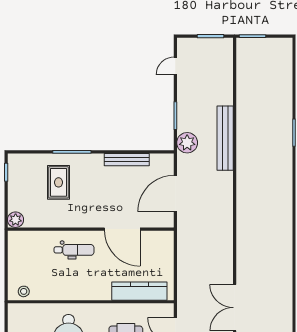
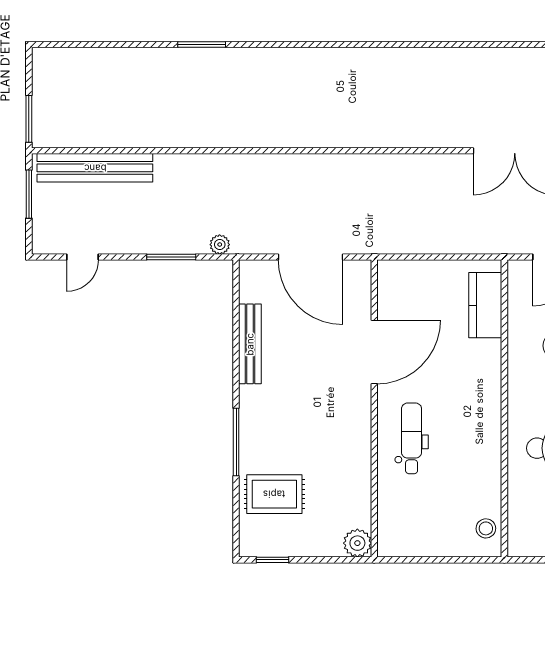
door: (175, 66) -> (82, 257), hinge flipped
bench: (225, 138) -> (95, 168), moved
plant: (187, 143) -> (220, 245), width x0.53, depth x0.53
rug: (59, 182) -> (274, 494), moved
kitchen counter: (139, 291) -> (485, 305), width x0.67

